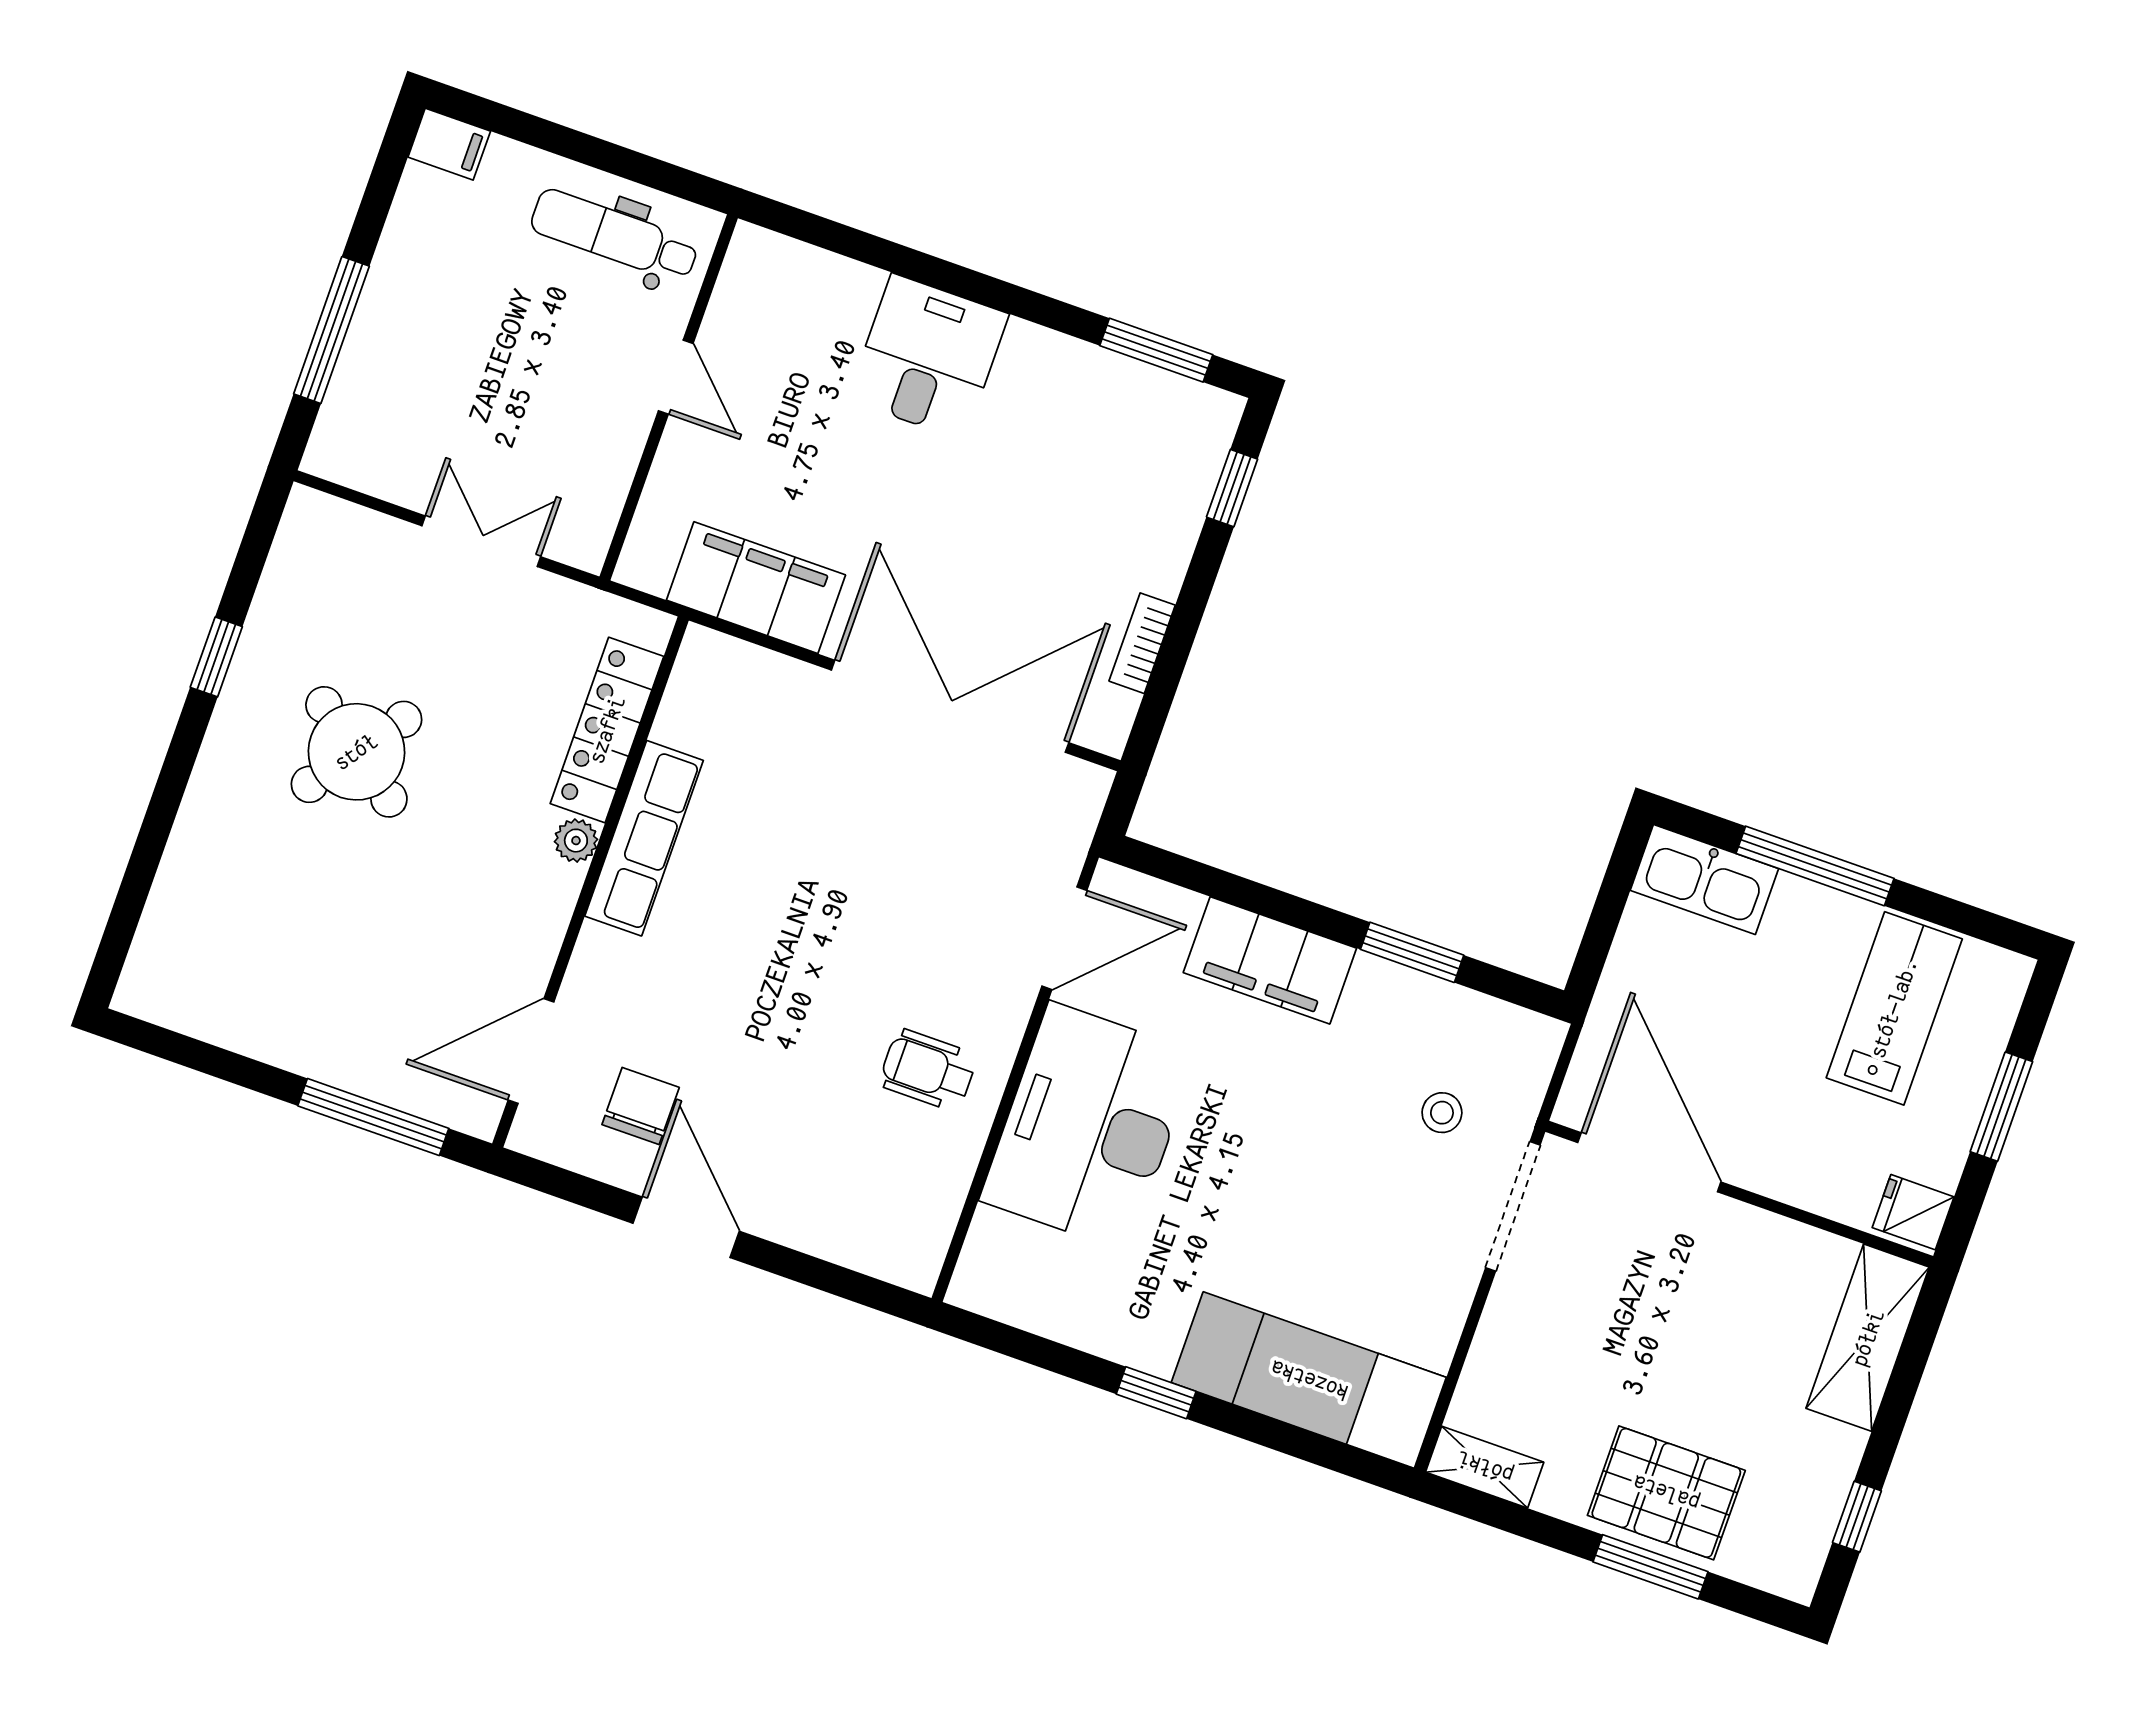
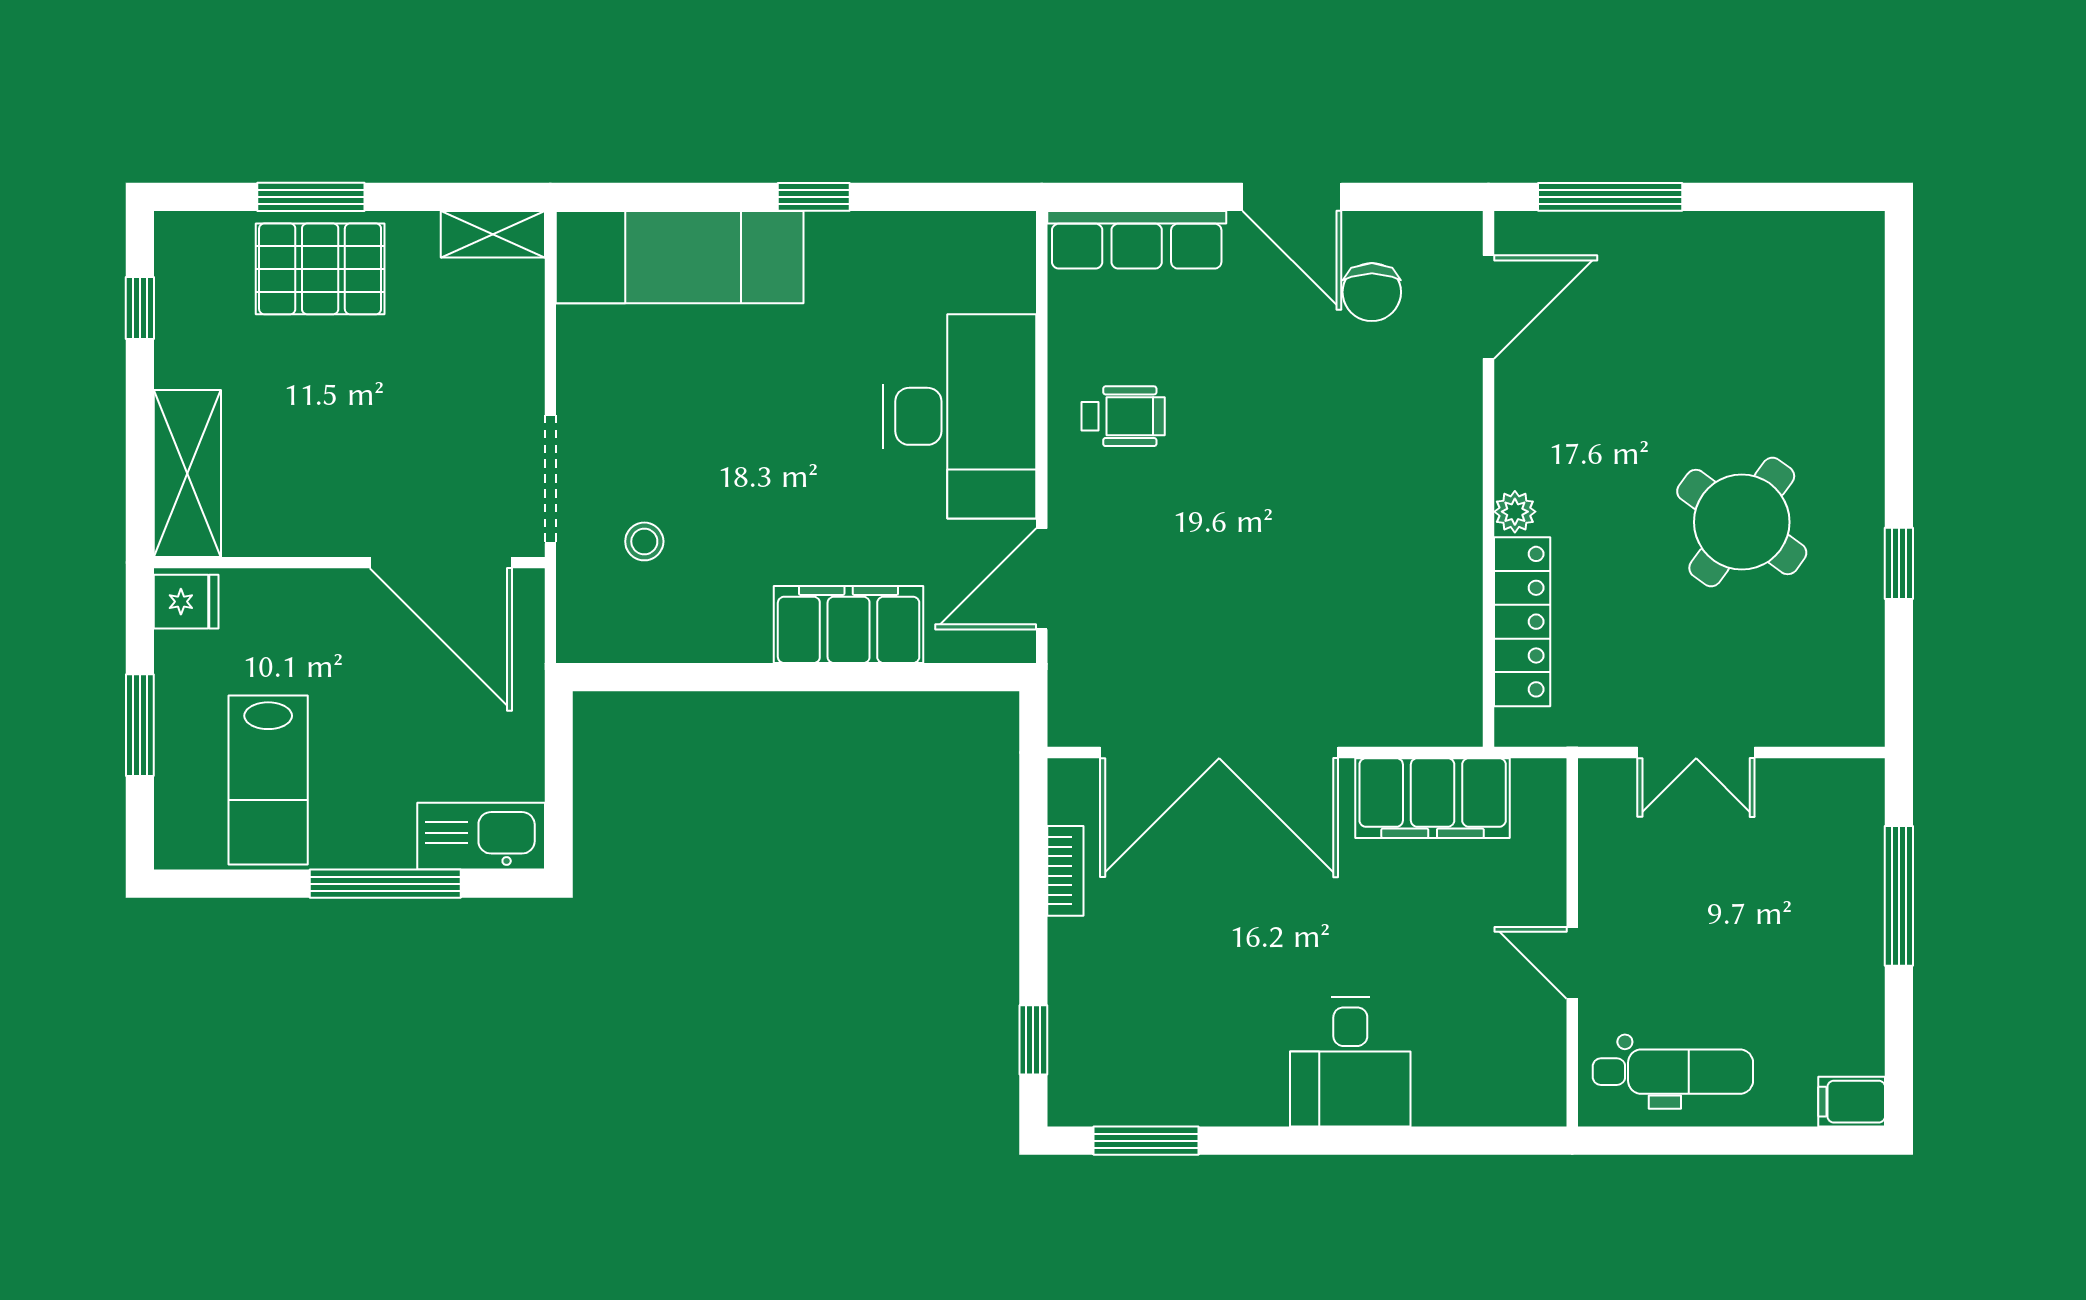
row of seats: (644, 838) -> (1137, 240), moved, turned -90
window: (1412, 952) -> (722, 677), removed

